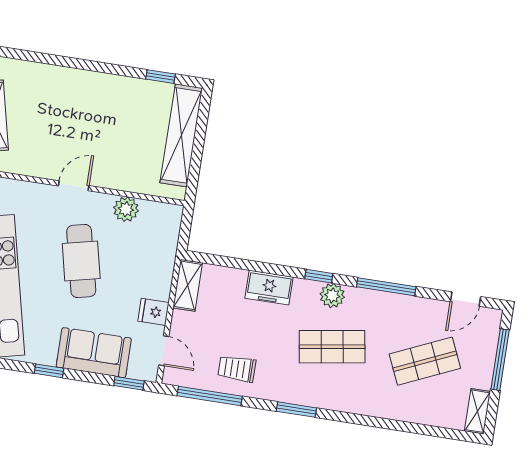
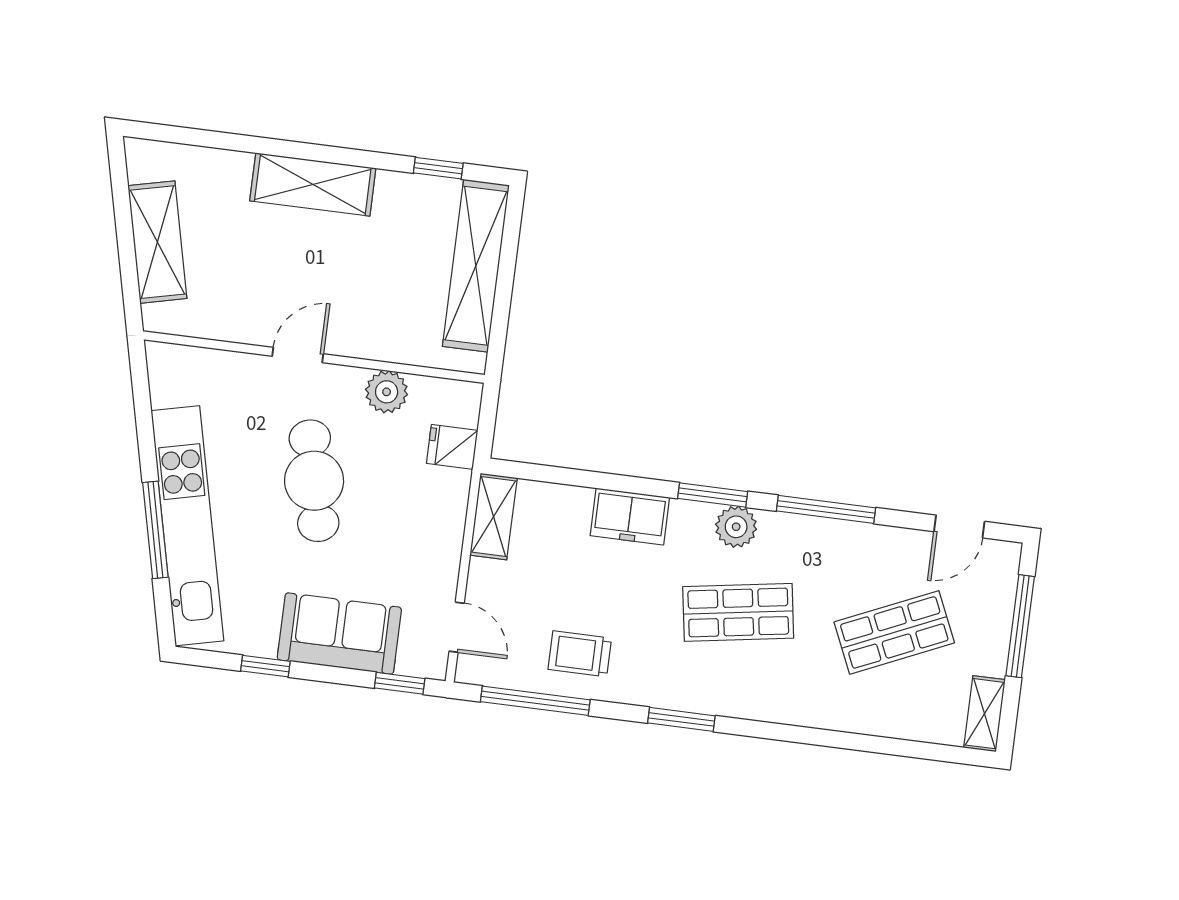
shelving: (85, 84) -> (313, 184), added
window: (319, 276) -> (713, 495), width x1.50
fridge: (153, 312) -> (452, 447), moved

